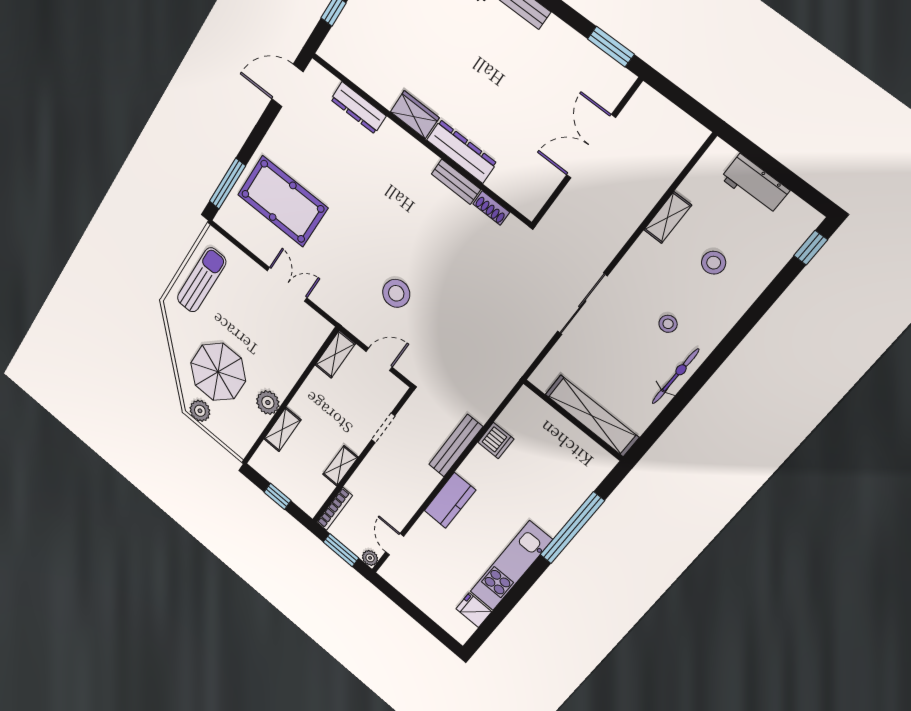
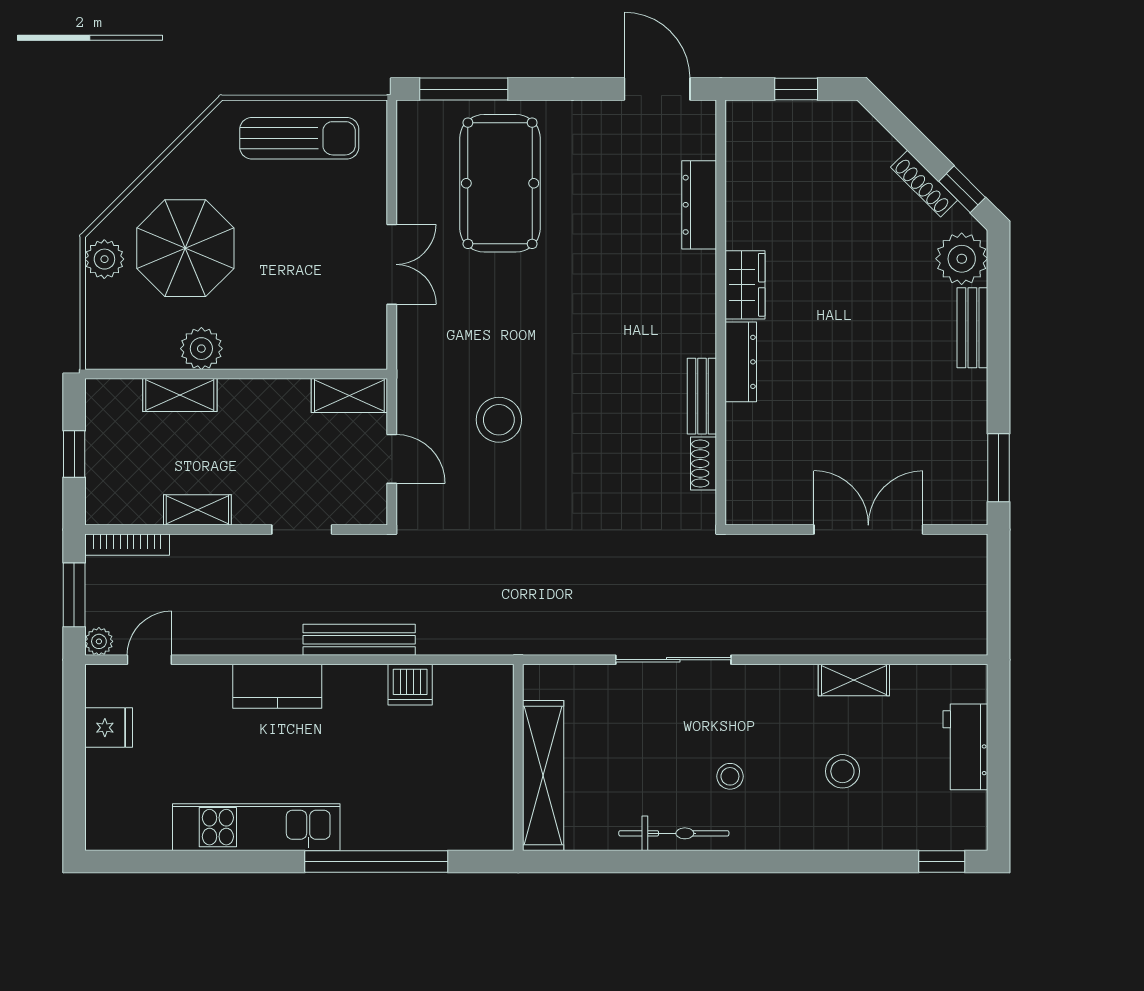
dresser: (462, 151) -> (741, 362), width x0.73, depth x0.80
fridge: (474, 610) -> (109, 728), moved, turned 90

